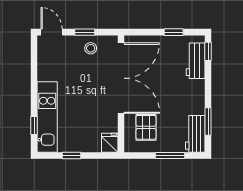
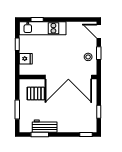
door: (52, 32) -> (99, 31), swing flipped
workbench: (196, 61) -> (80, 126), removed
workbench: (195, 134) -> (45, 126), moved
fridge: (110, 143) -> (26, 59), moved

